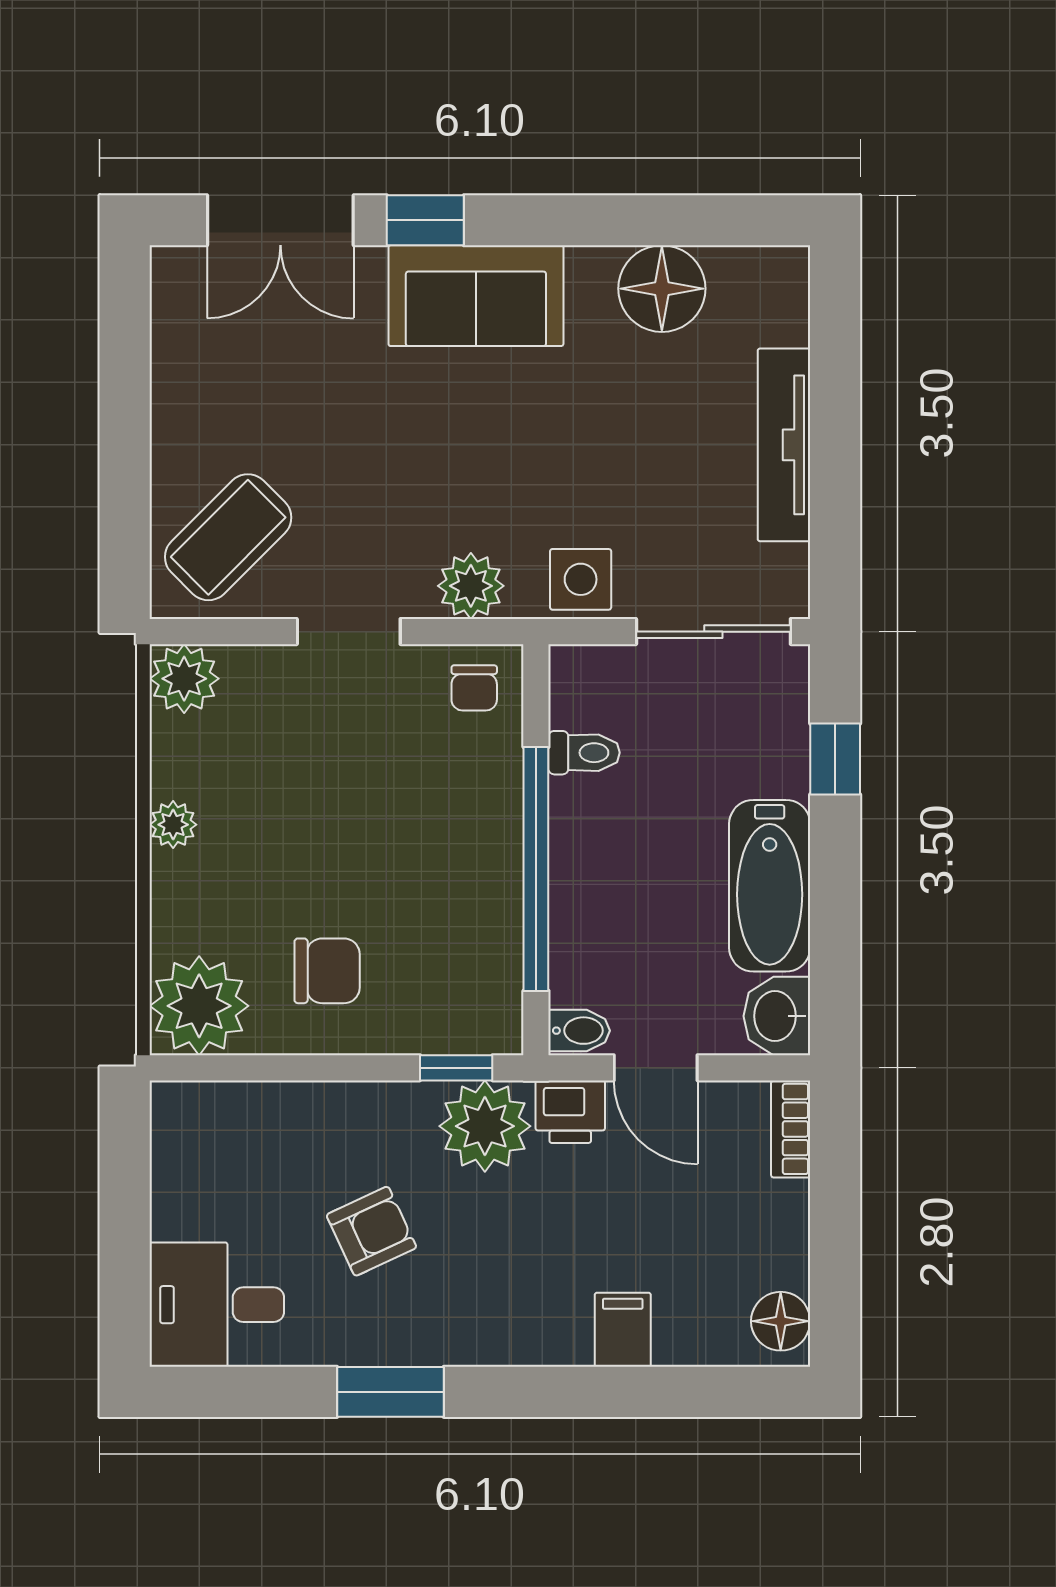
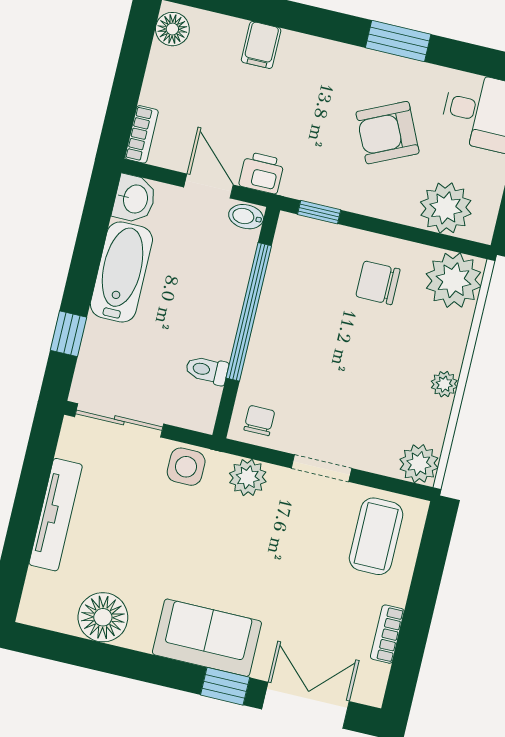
bookcase: (169, 375) -> (387, 634), added
coffee table: (228, 537) -> (376, 536), turned -45
plant: (485, 1126) -> (446, 208), moved
armchair: (371, 1231) -> (388, 133), width x1.38, depth x1.38

